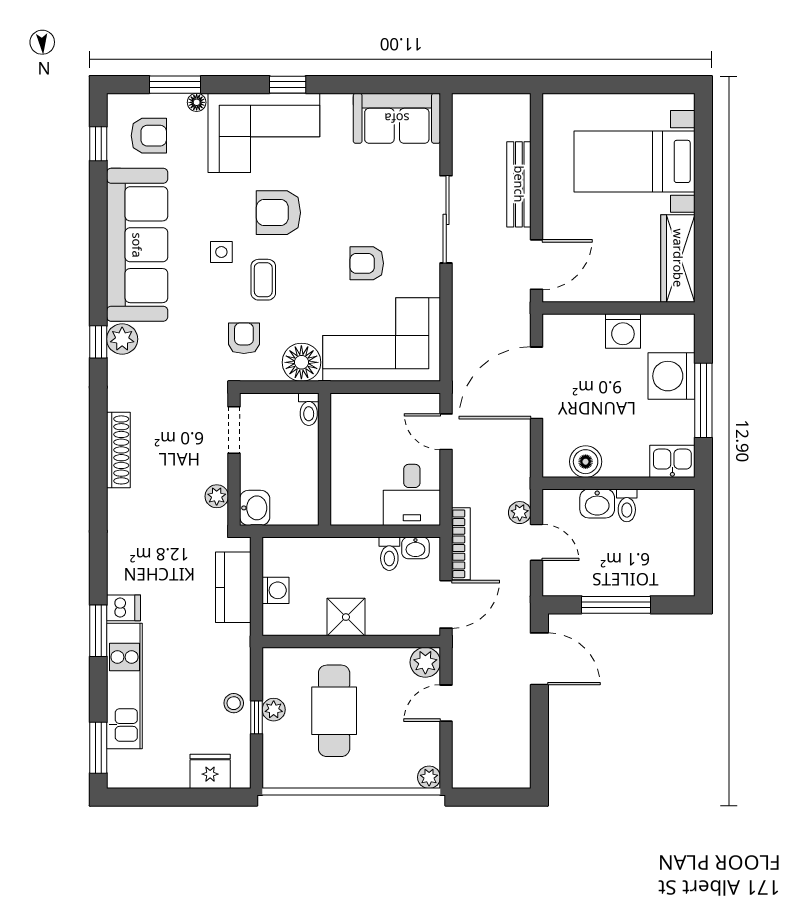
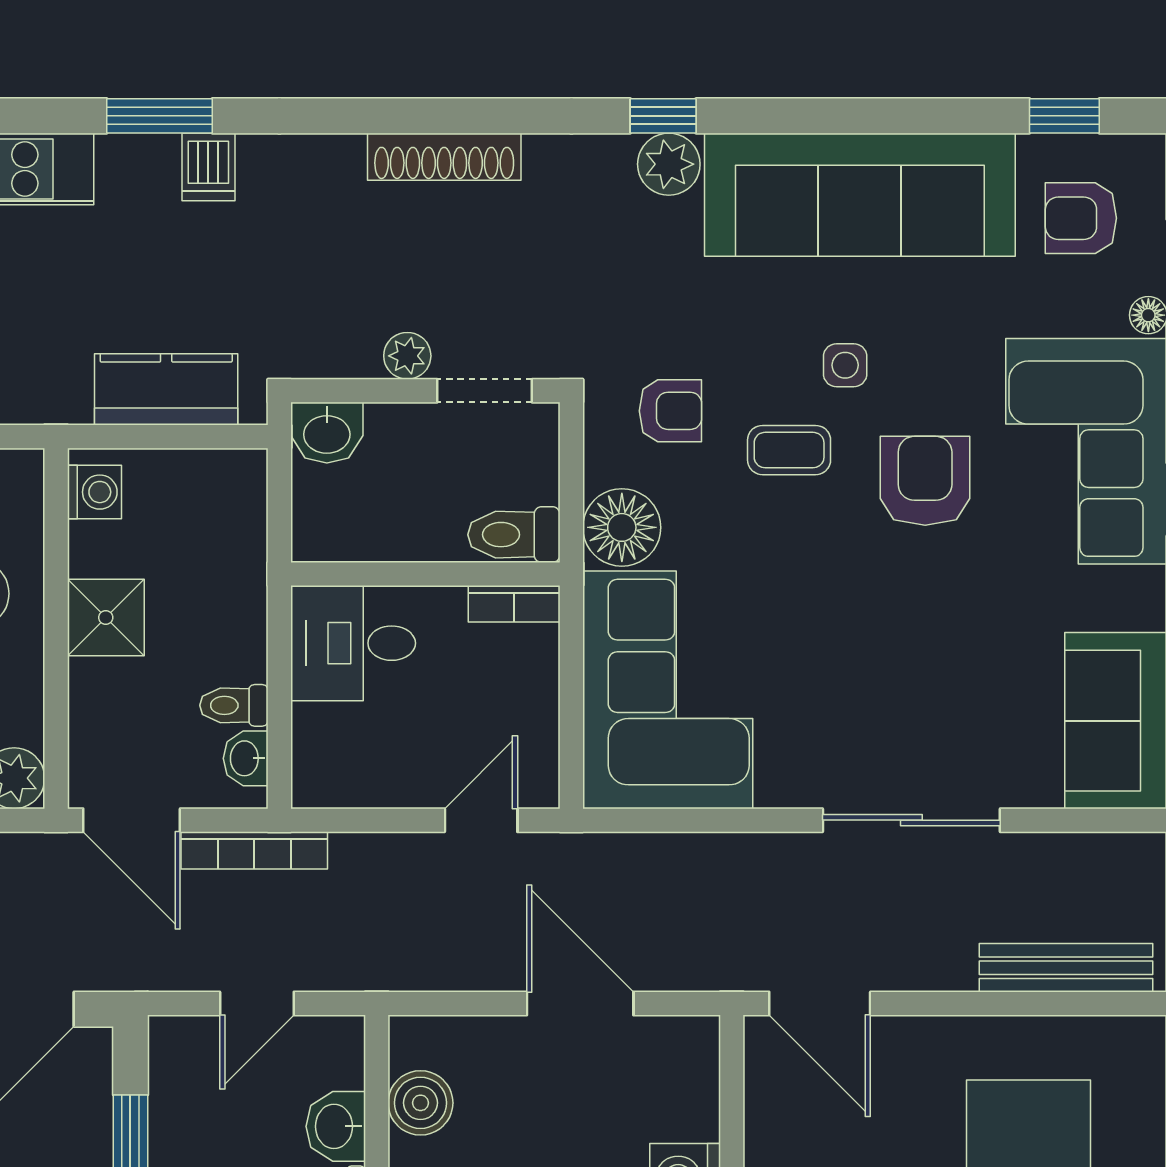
armchair: (149, 136) -> (1081, 218), turned 90
bench: (519, 184) -> (1066, 968), moved
armchair: (367, 263) -> (822, 660), removed
door: (536, 383) -> (580, 1003), width x0.73
toilet: (309, 409) -> (514, 535), width x1.37, depth x1.39
bookcase: (339, 415) -> (514, 604), added
desk: (412, 495) -> (353, 643), moved
plant: (217, 496) -> (407, 356), moved
plant: (520, 513) -> (317, 969), removed
washing machine: (276, 590) -> (94, 492), moved, turned -90
dishwasher: (124, 608) -> (208, 167), moved
window: (98, 631) -> (160, 116), moved

